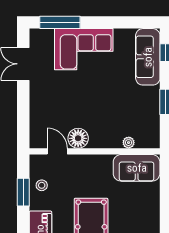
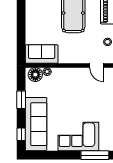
sofa: (148, 57) -> (36, 124), width x1.36, depth x1.27
floor lamp: (78, 138) -> (35, 75), moved

